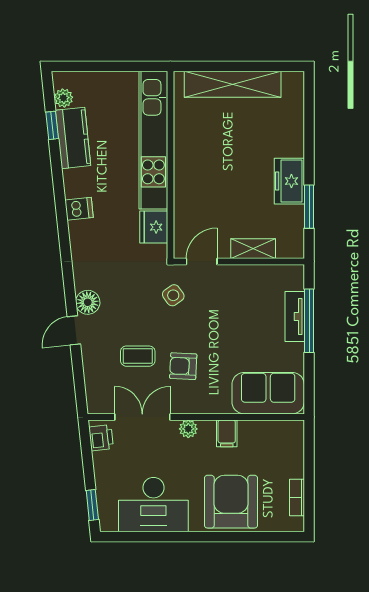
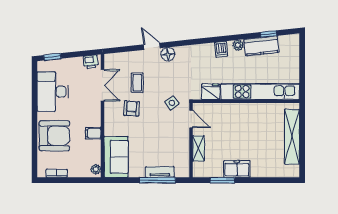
plant: (63, 98) -> (238, 45), moved
plant: (188, 429) -> (96, 169), moved

